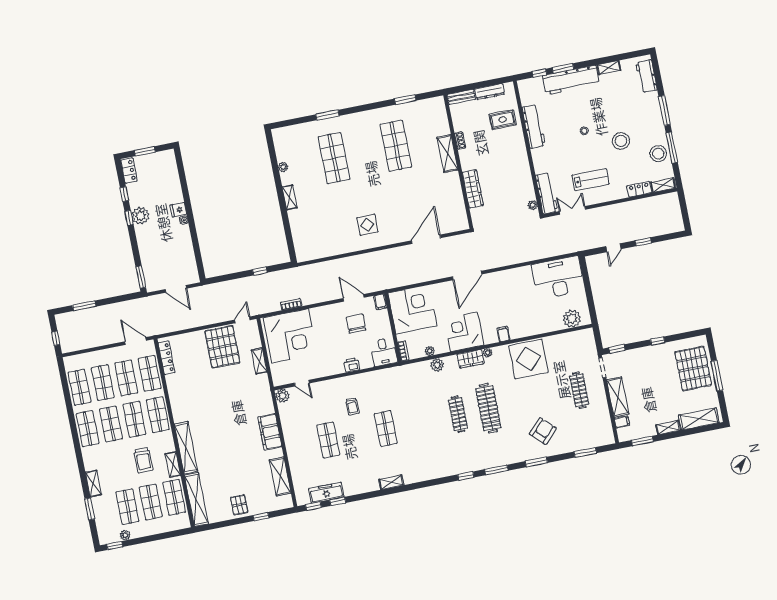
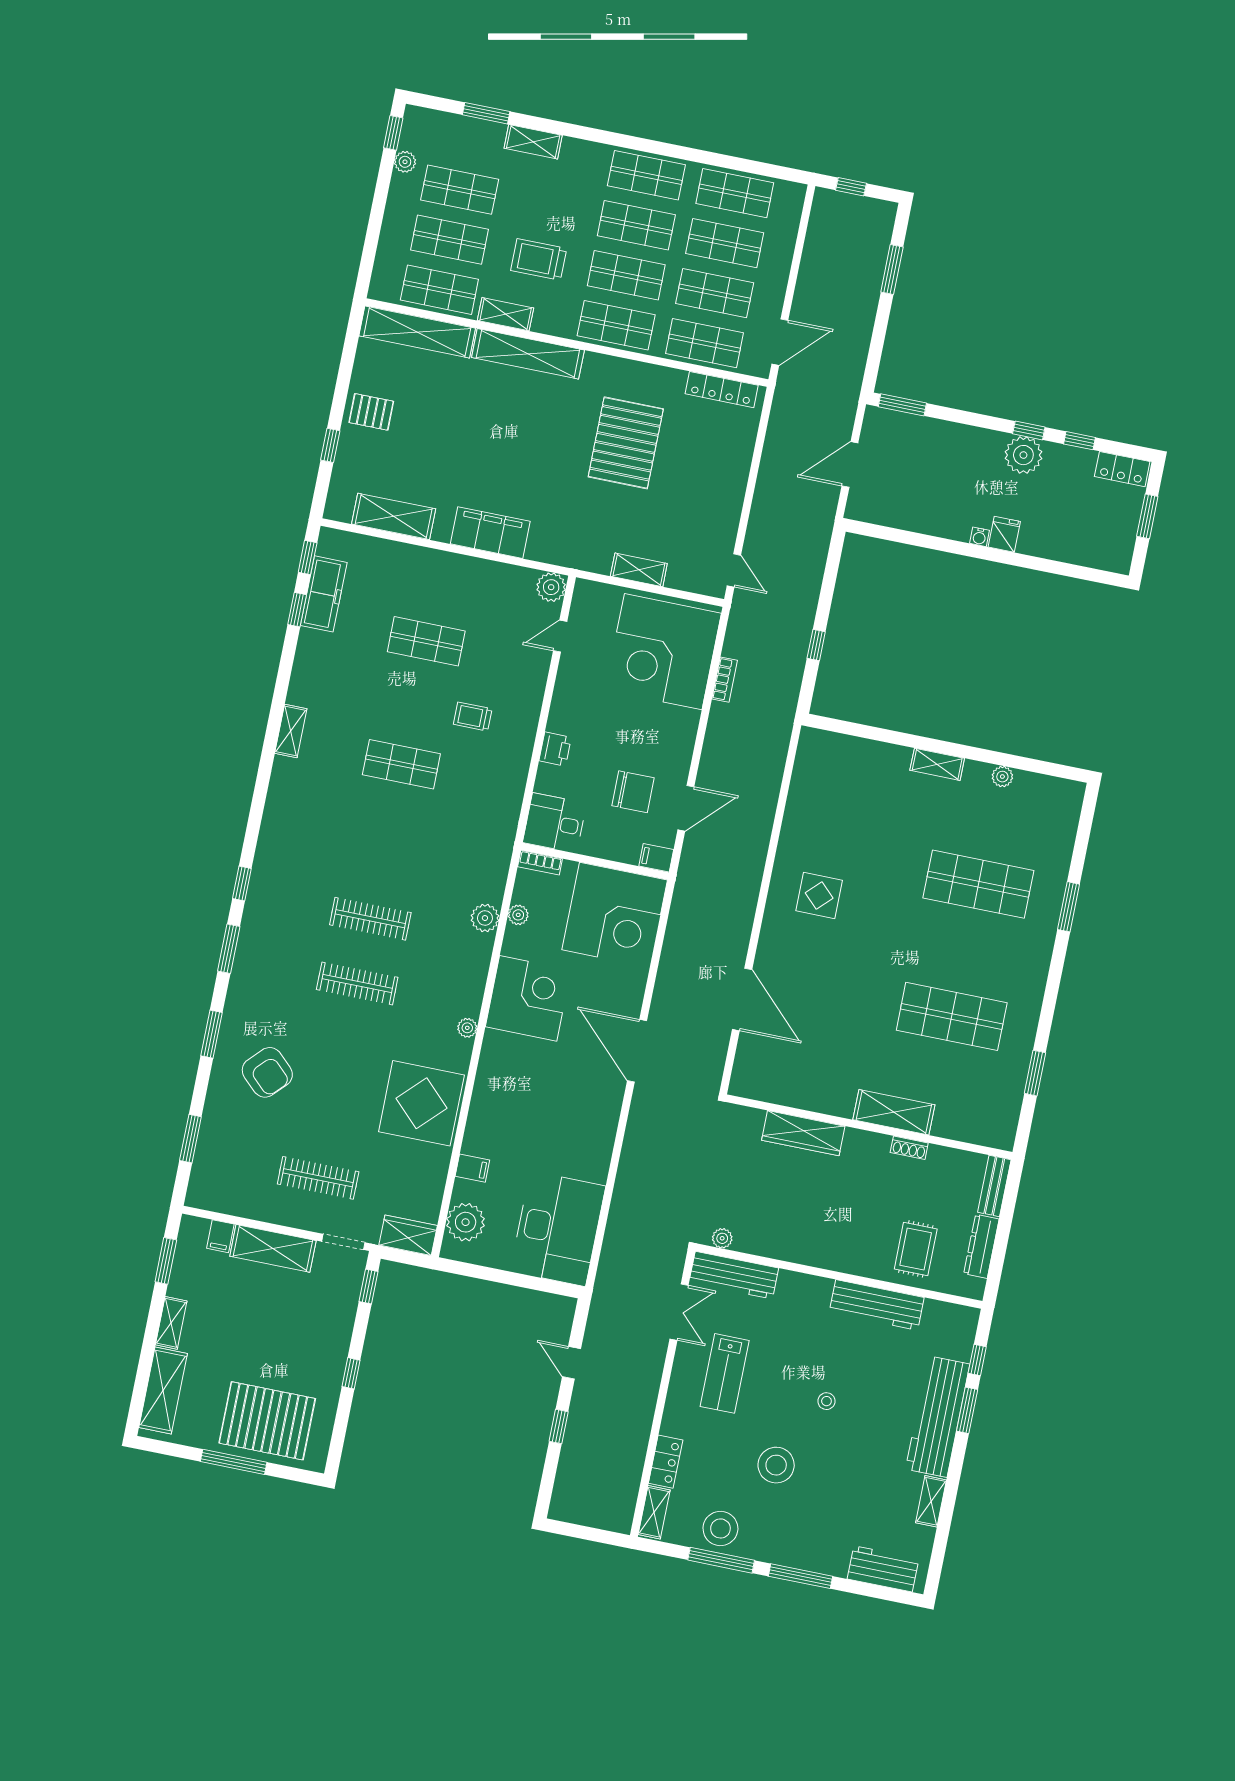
filing cabinet: (503, 334) -> (472, 1168), moved
pallet: (222, 347) -> (626, 443), moved, turned 90
wardrobe: (471, 359) -> (408, 1235), moved, turned 90
clothes rail: (488, 408) -> (357, 983), width x0.73, depth x0.76

